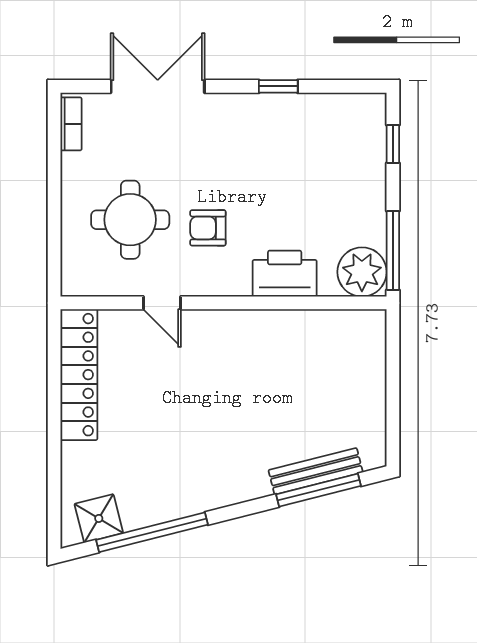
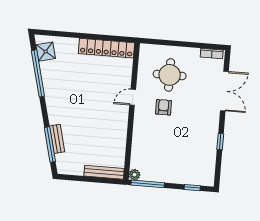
plant: (362, 272) -> (135, 175), width x0.53, depth x0.53
printer: (285, 274) -> (142, 138), removed
door: (162, 303) -> (133, 97), moved
bench: (374, 356) -> (104, 172), added
bench: (316, 471) -> (57, 139), width x0.73

